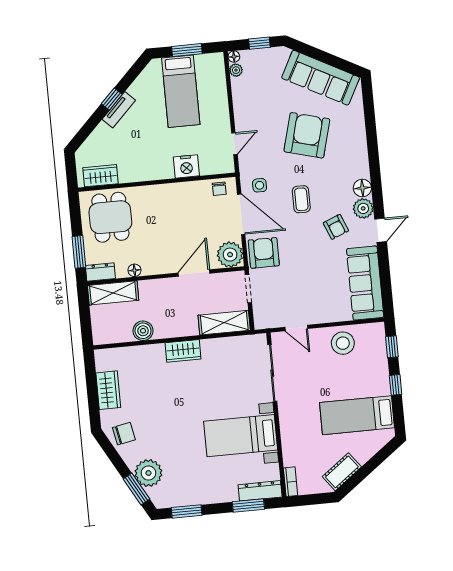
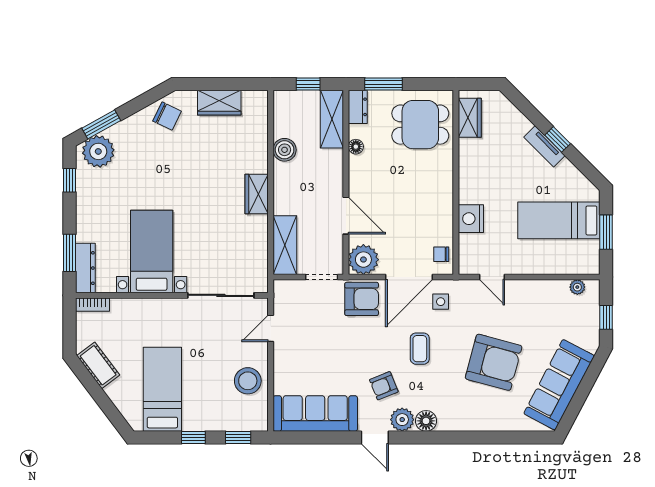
floor lamp: (234, 57) -> (593, 286), removed
coffee table: (301, 199) -> (420, 349), turned 90
window: (85, 316) -> (308, 84), added
chair: (124, 434) -> (167, 116), turned -53
plant: (148, 473) -> (98, 151), moved
window: (187, 511) -> (69, 180), width x0.67

